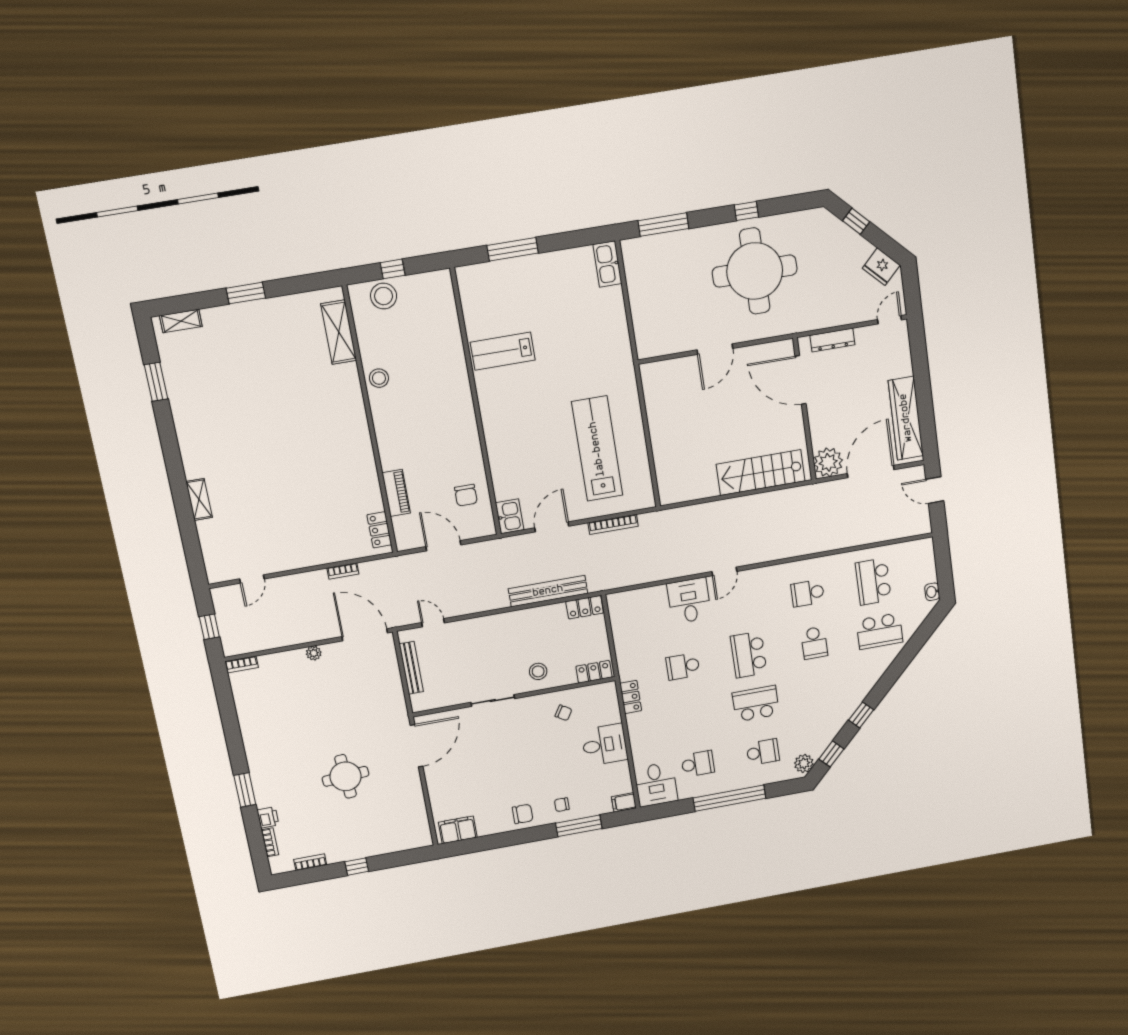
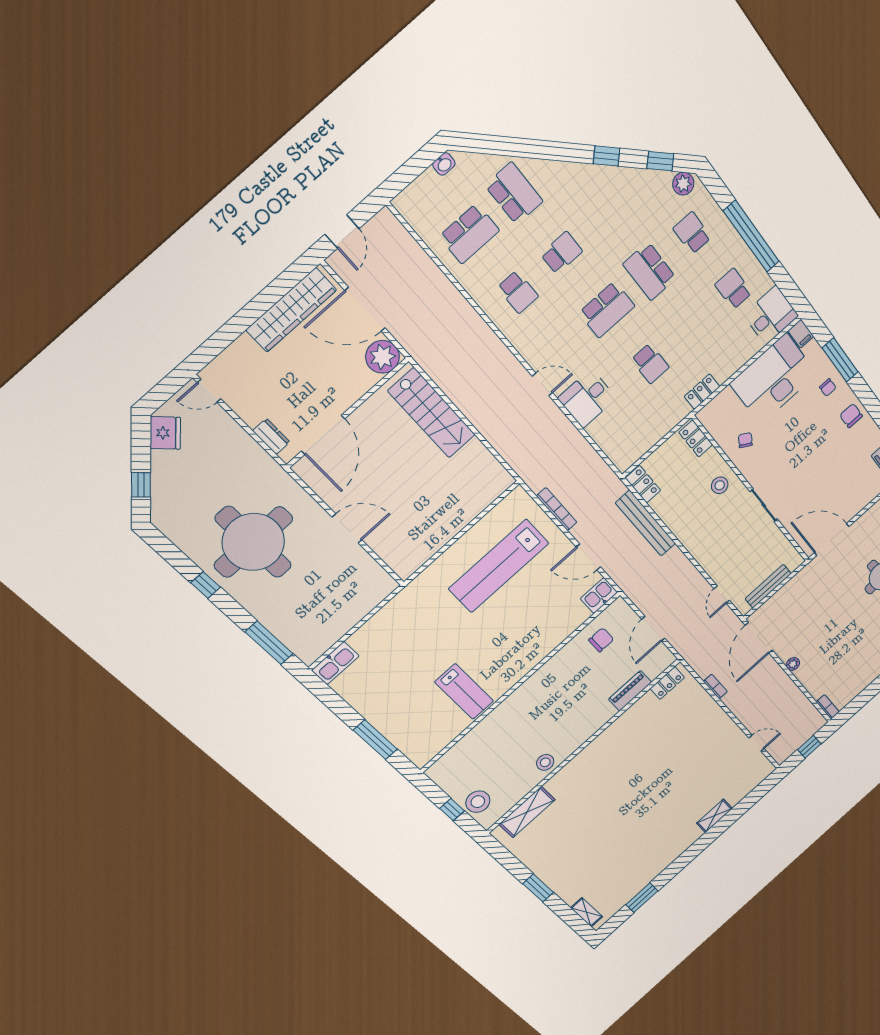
dresser: (832, 340) -> (271, 436), width x0.70
desk: (605, 745) -> (774, 379), width x1.87, depth x1.30

